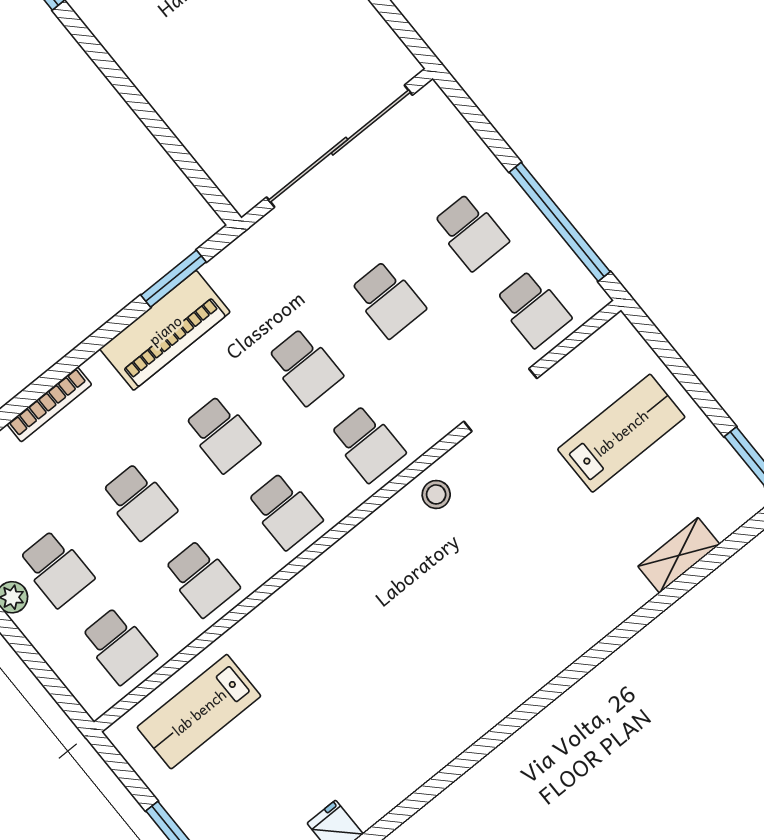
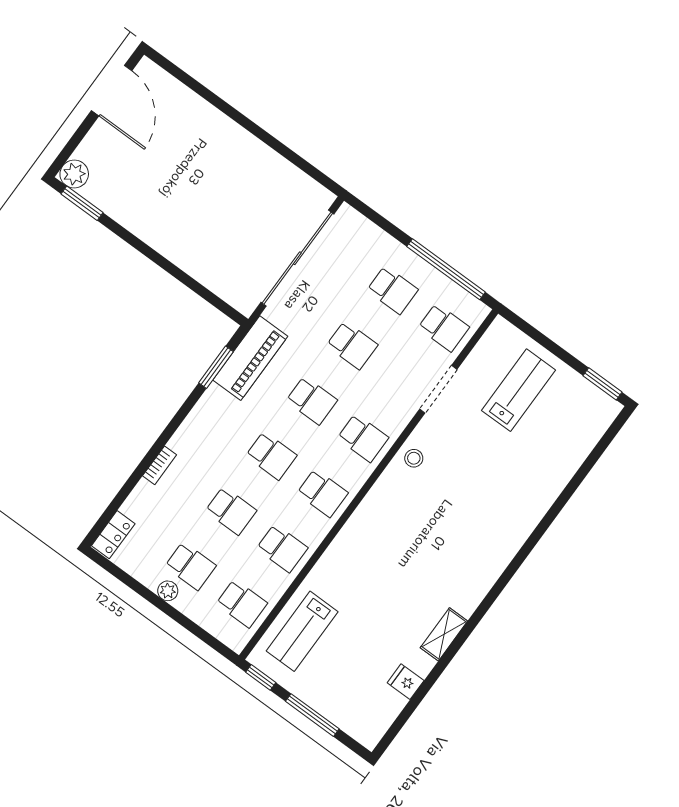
piano: (165, 330) -> (250, 358), moved
bookcase: (49, 404) -> (160, 465), width x0.64
shelving: (679, 555) -> (444, 634), moved
window: (118, 765) -> (261, 677), added

